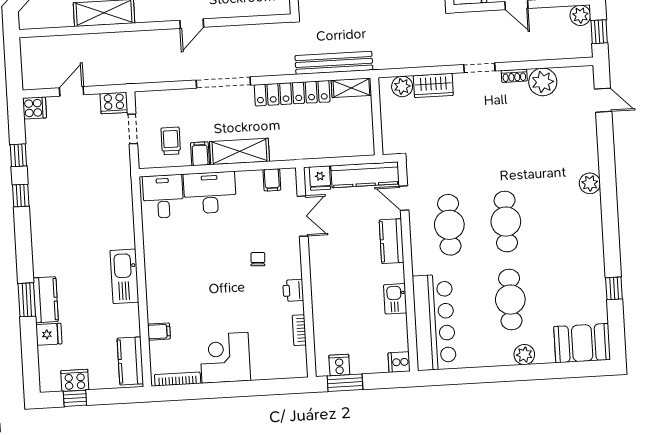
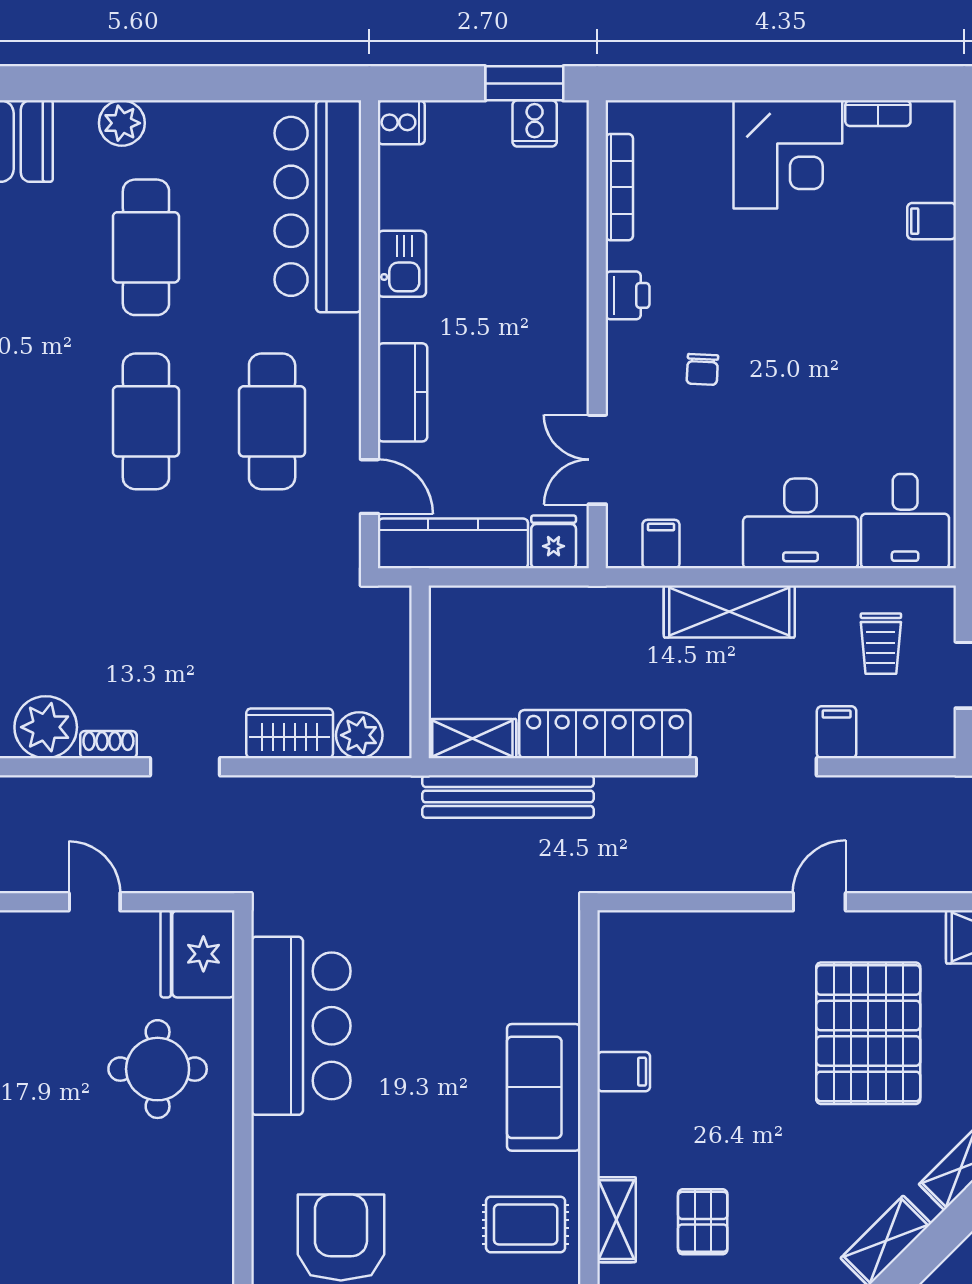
filing cabinet: (200, 154) -> (837, 732), moved, turned 180
bookcase: (299, 330) -> (619, 187), width x1.56
bookcase: (178, 379) -> (878, 113), width x0.64

